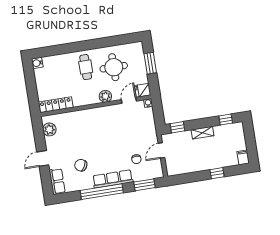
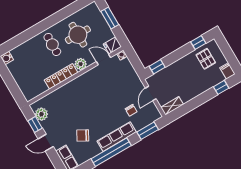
door: (129, 100) -> (103, 59), hinge flipped
locker: (56, 105) -> (61, 76), moved
shelving: (203, 133) -> (172, 106), moved
window: (39, 137) -> (35, 124), added
pallet: (227, 138) -> (206, 59), added
door: (43, 158) -> (46, 143), hinge flipped
window: (217, 173) -> (221, 87), moved

